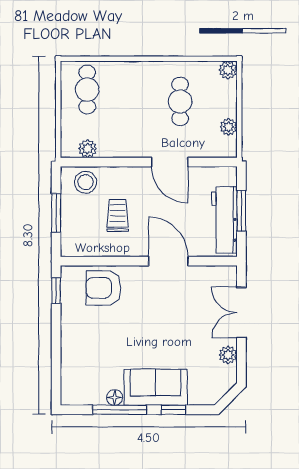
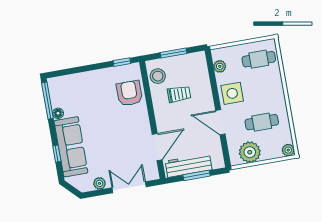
plant: (228, 127) -> (250, 152), width x1.87, depth x1.87
side table: (130, 137) -> (232, 93), added
door: (170, 162) -> (220, 122), hinge flipped
stool: (86, 182) -> (158, 76), moved
door: (168, 261) -> (157, 147), moved
sofa: (156, 387) -> (71, 147), width x1.36
window: (120, 410) -> (47, 101), moved

